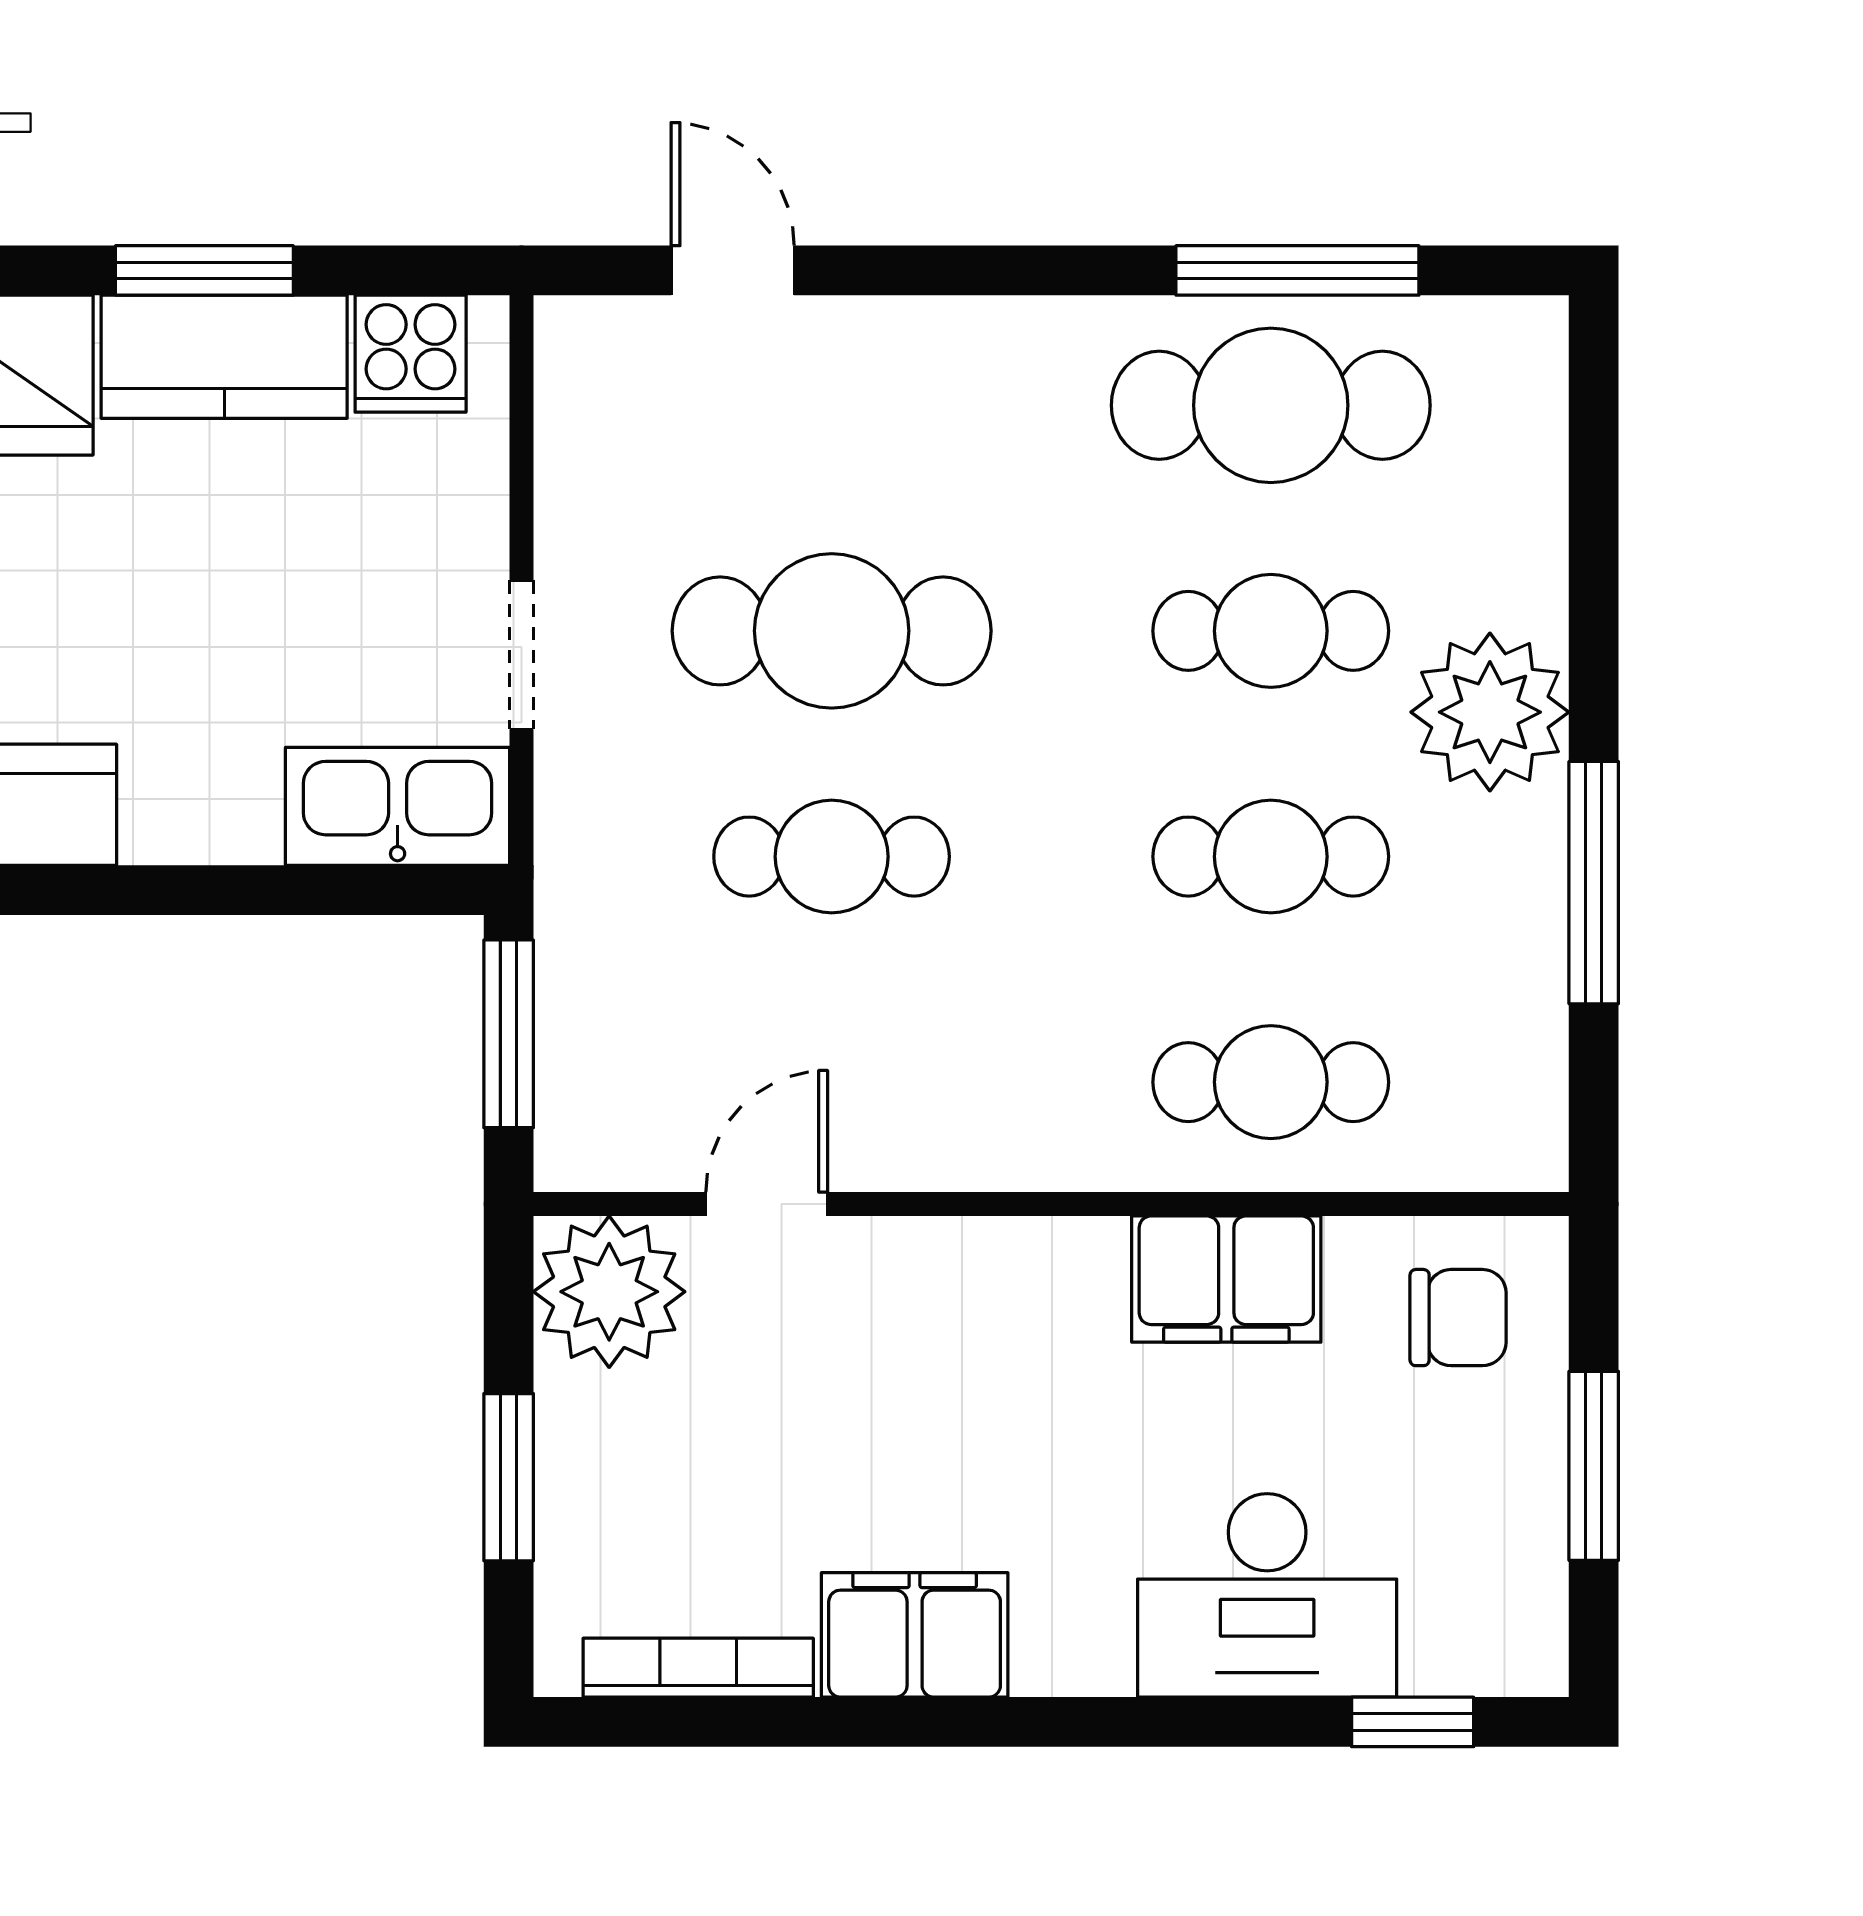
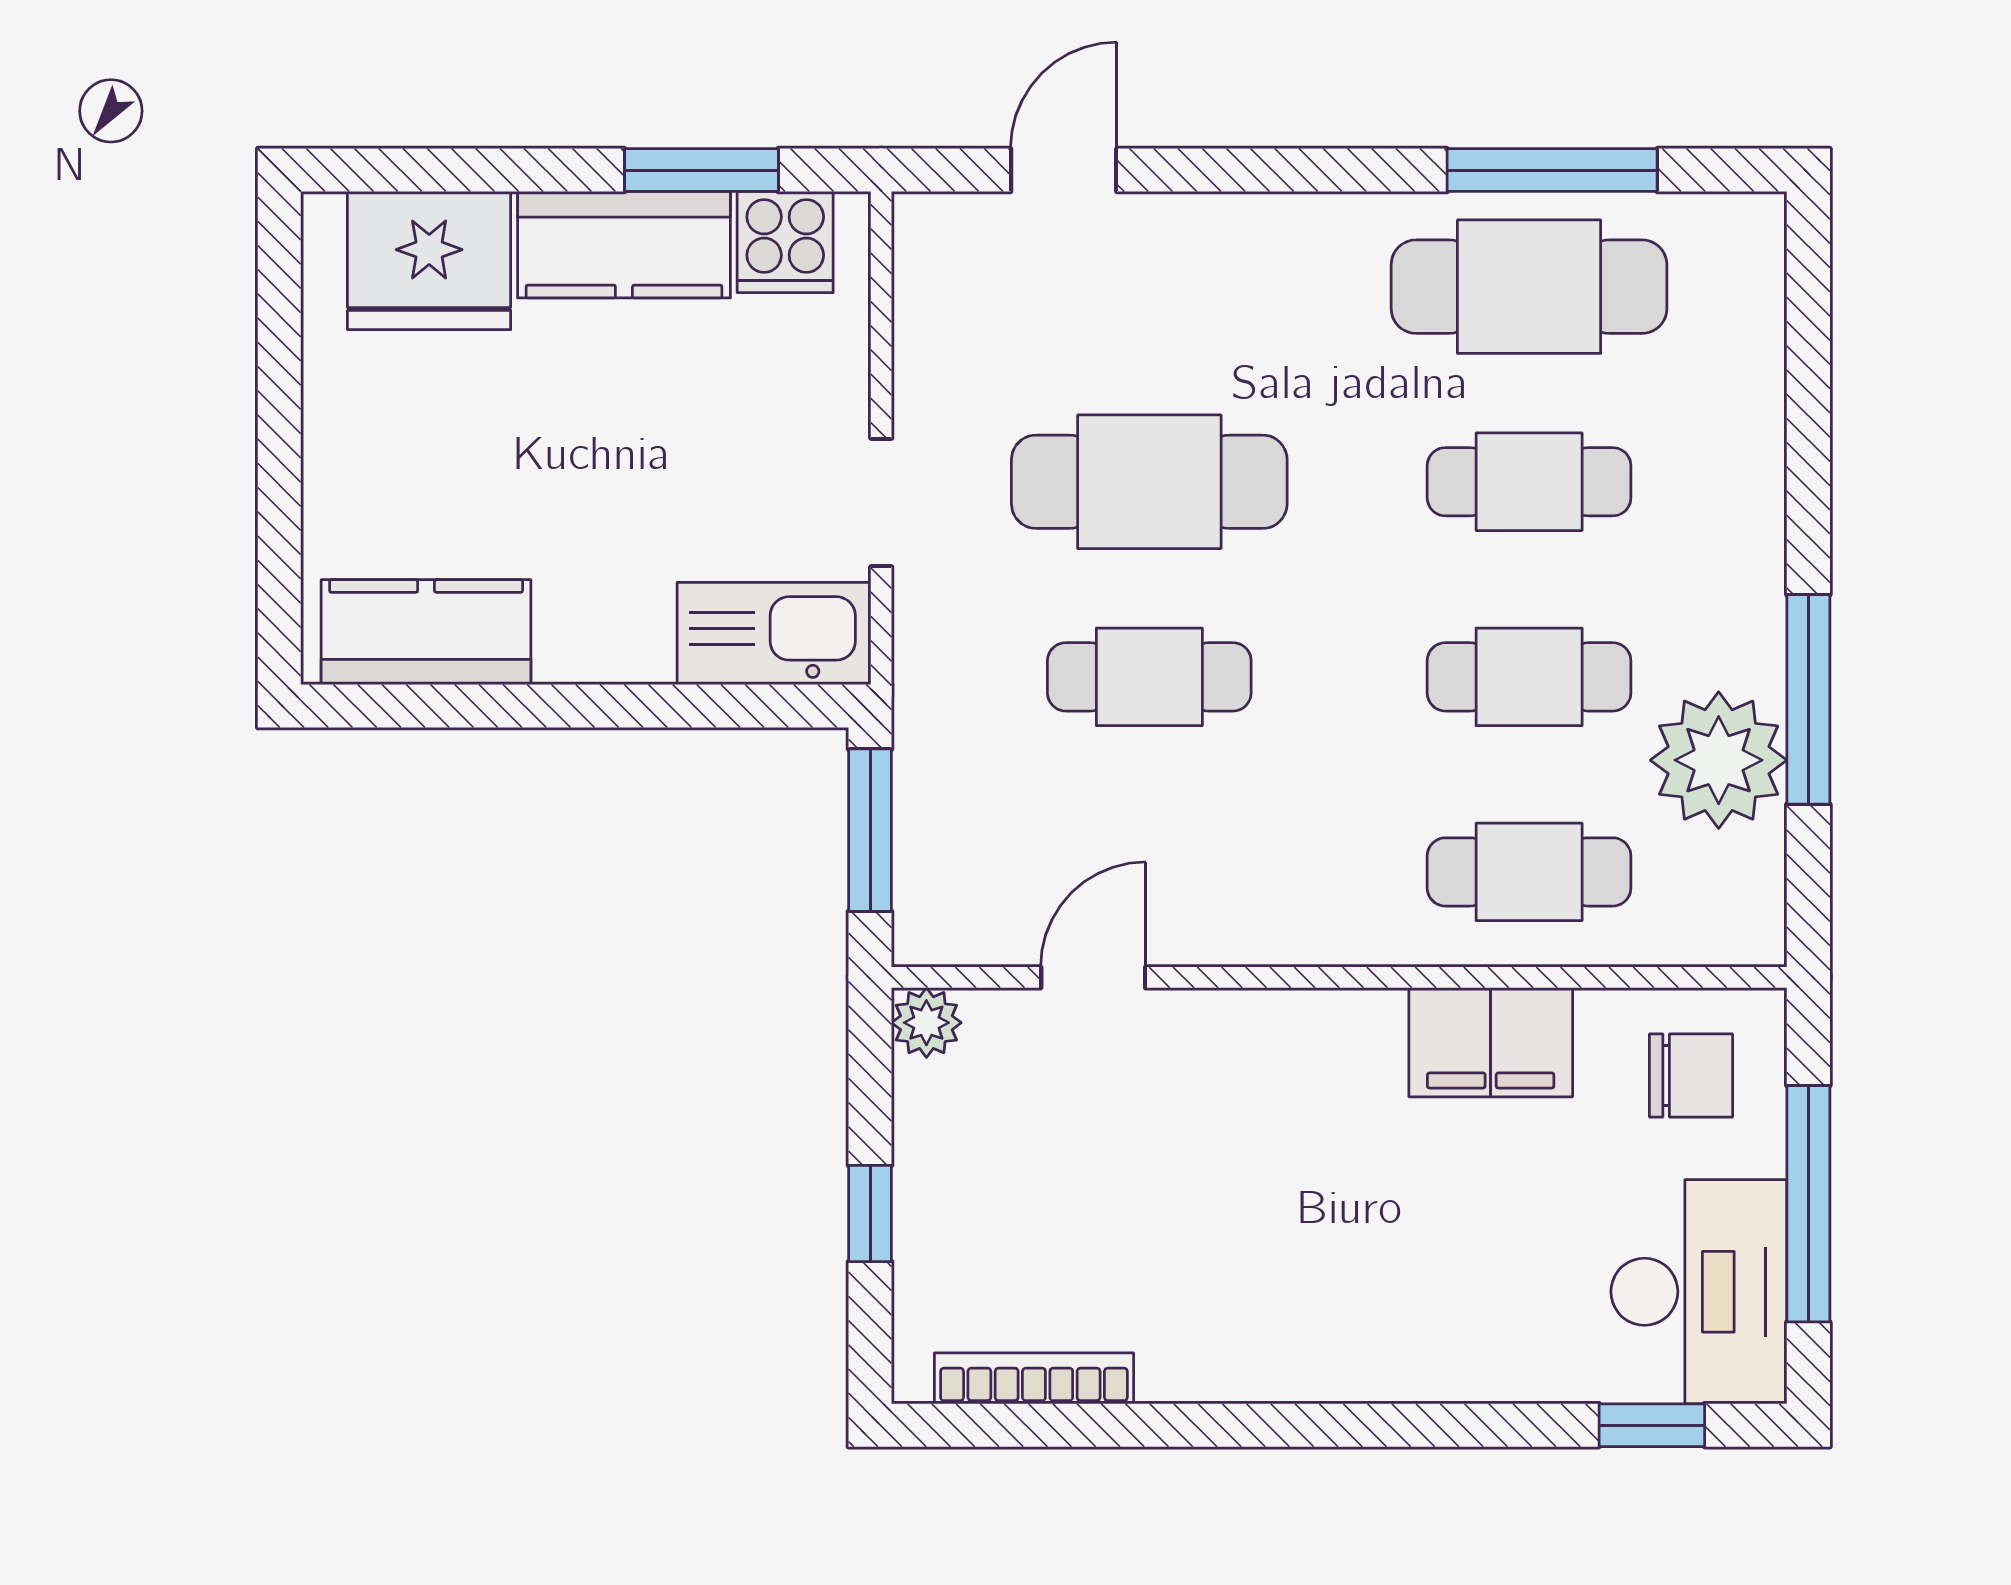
window: (204, 270) -> (701, 170), moved
door: (733, 270) -> (1064, 170), hinge flipped
plant: (1490, 712) -> (1719, 760), moved
plant: (609, 1292) -> (926, 1023), width x0.53, depth x0.53
window: (1594, 1466) -> (1808, 1204), width x1.44
window: (509, 1477) -> (870, 1214), width x0.67
desk: (1267, 1595) -> (1699, 1292), moved, turned -90
filing cabinet: (915, 1635) -> (1221, 1350), removed

